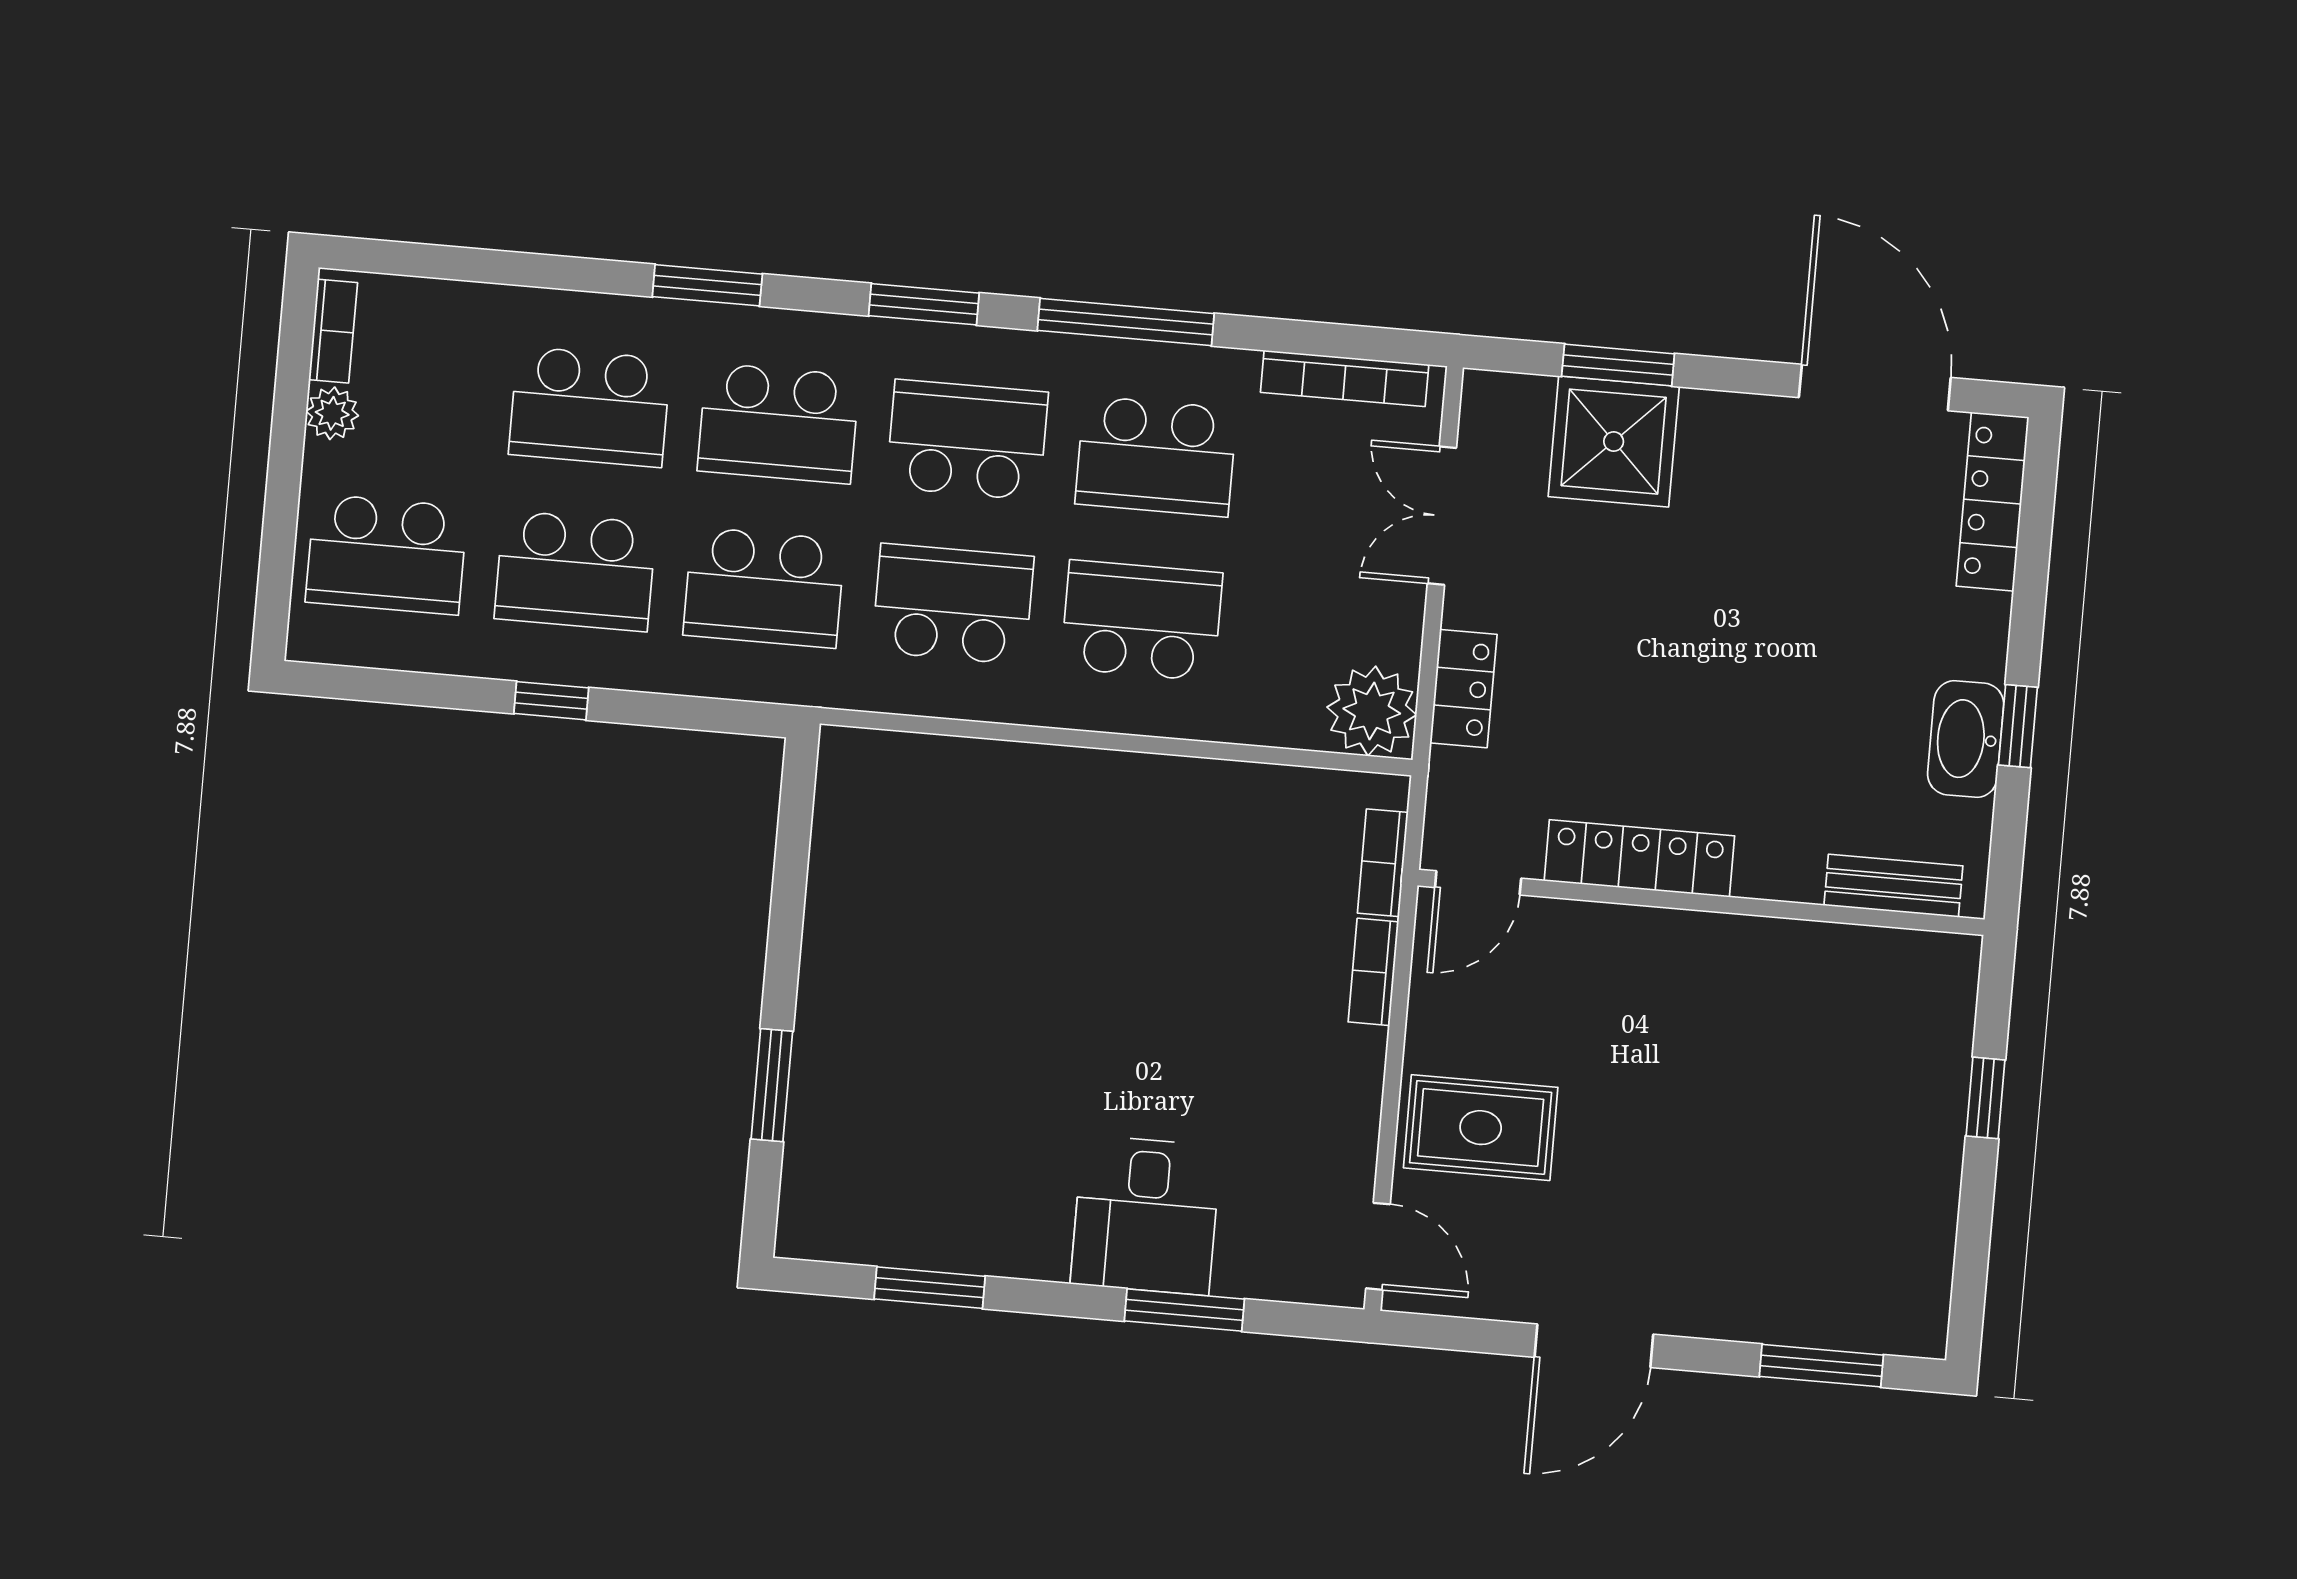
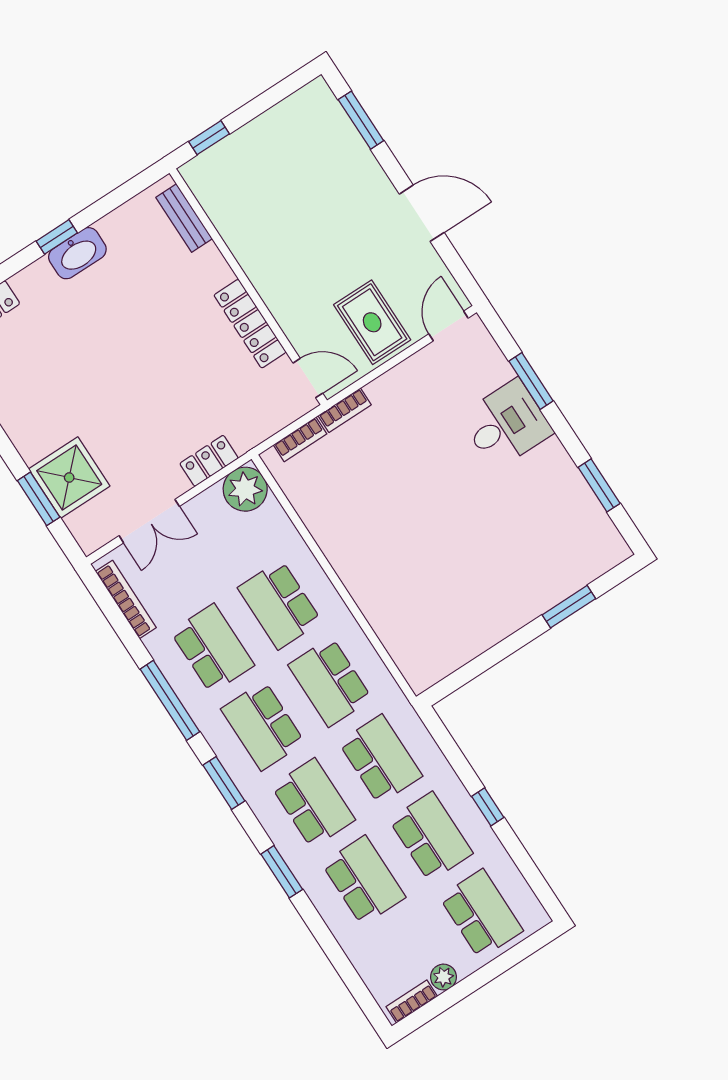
locker: (1639, 858) -> (250, 324), moved
door: (1478, 883) -> (308, 378), moved
bench: (1893, 886) -> (184, 218), moved
wall: (1701, 902) -> (248, 287), moved

